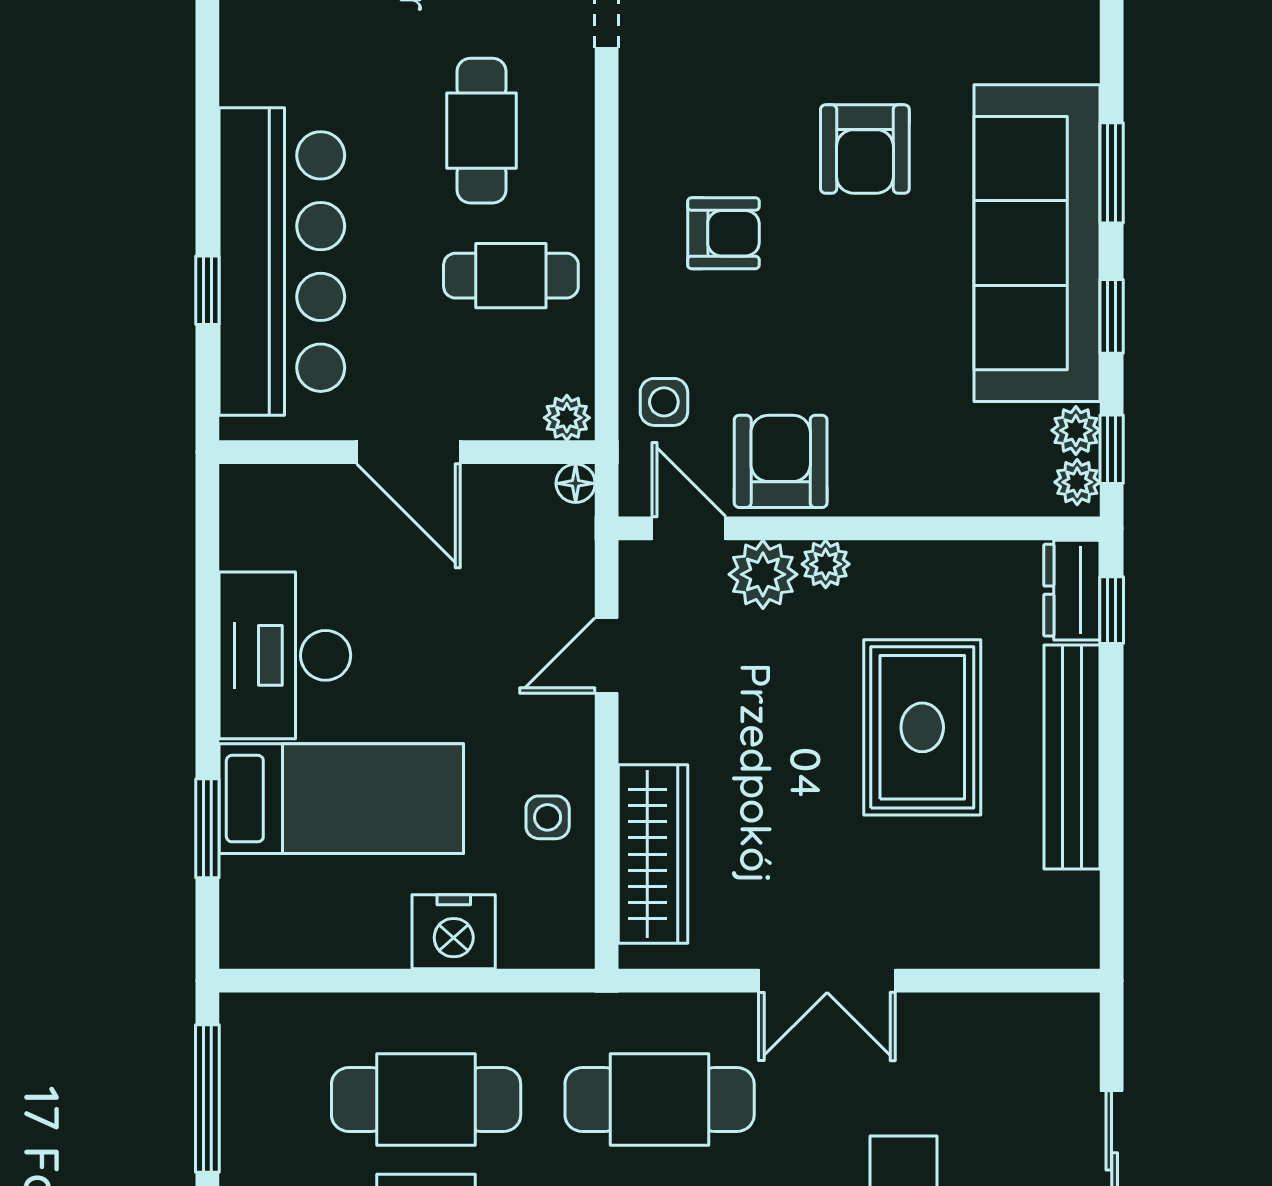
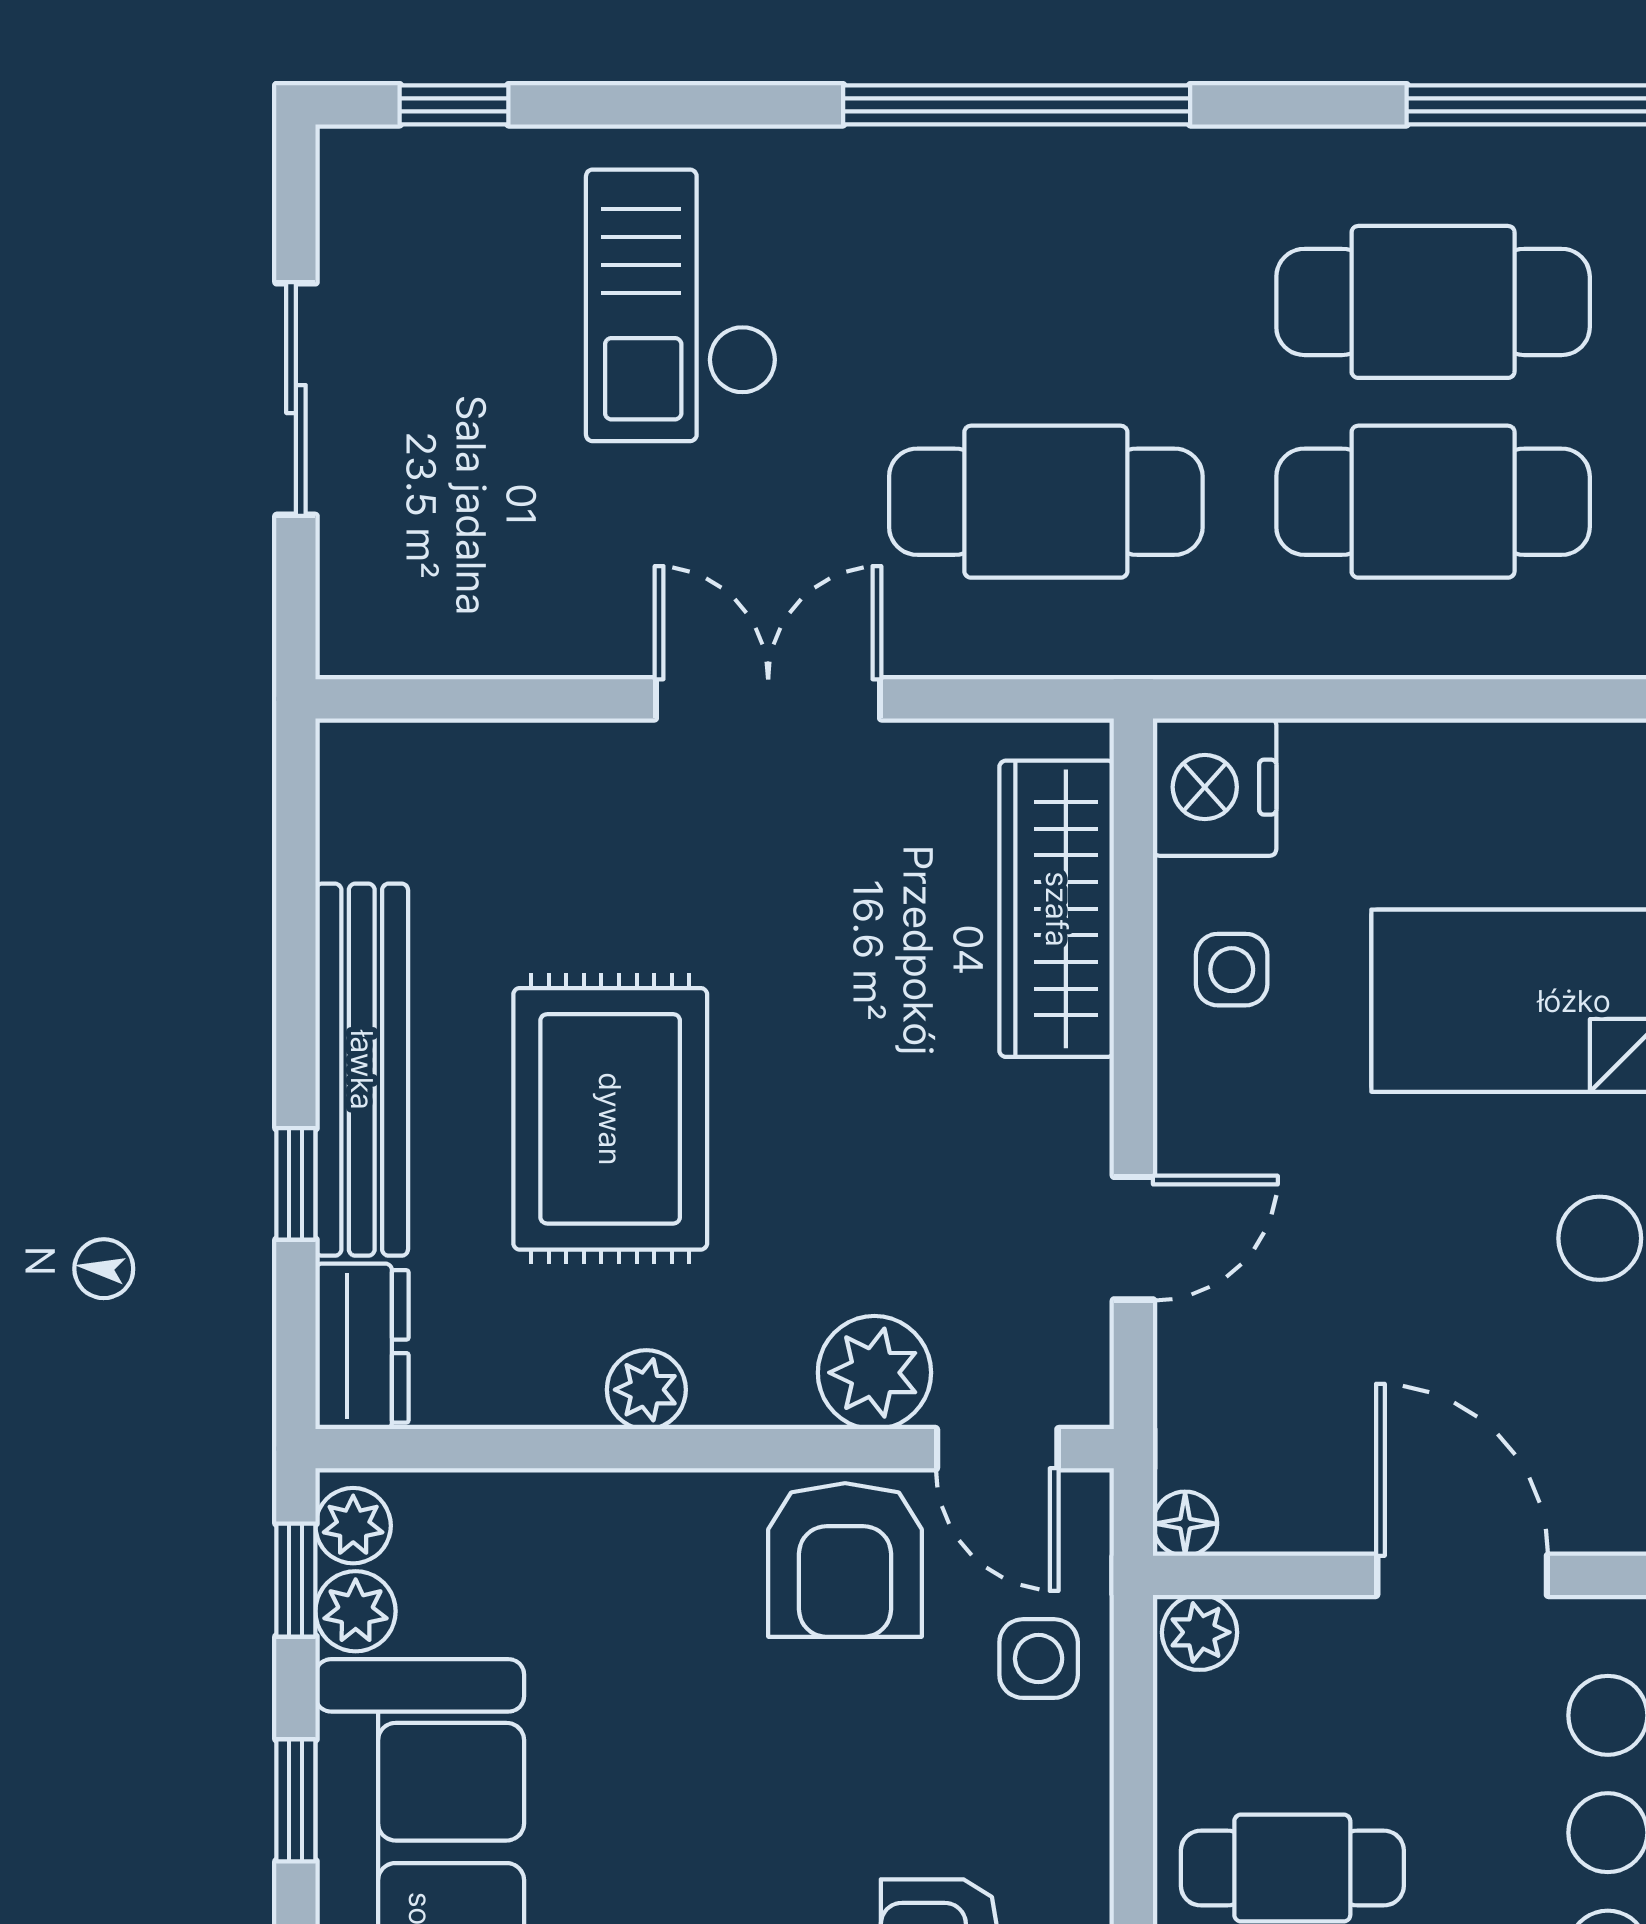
plant: (826, 564) -> (646, 1390), moved
window: (1112, 610) -> (296, 1184), moved
nightstand: (454, 932) -> (1215, 787), moved, turned -90

